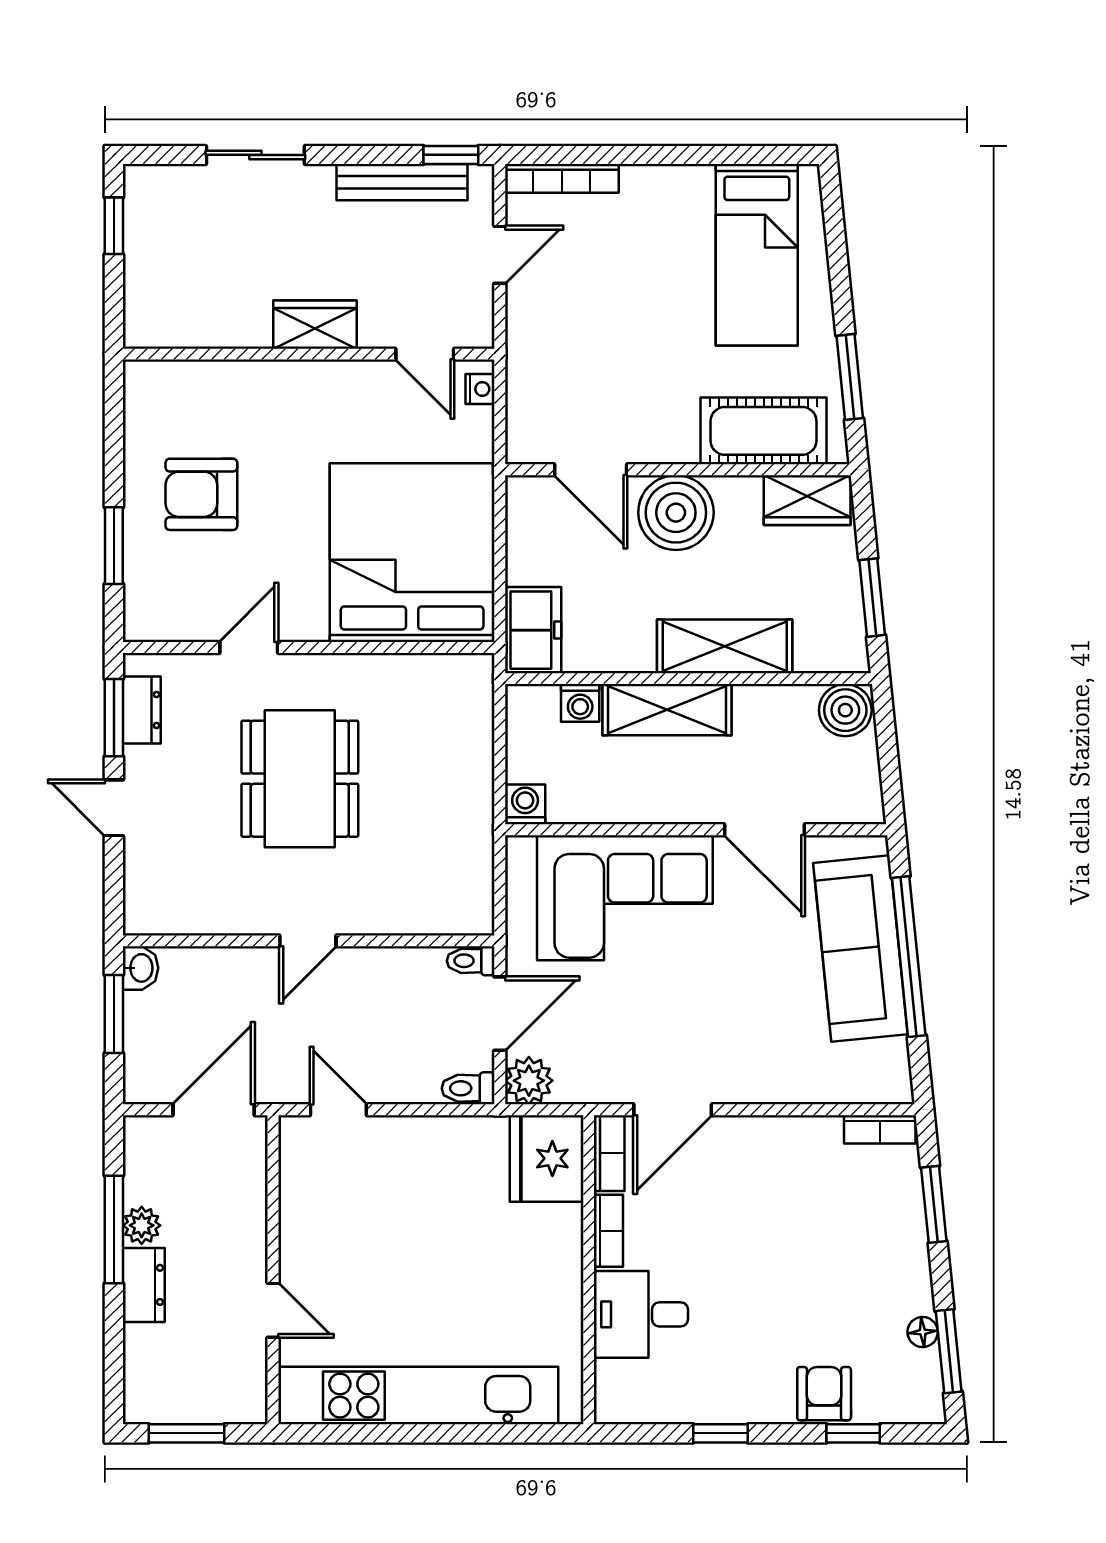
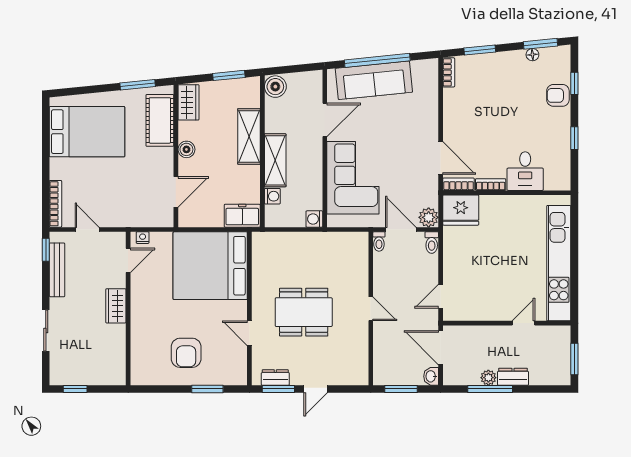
bed: (757, 255) -> (87, 132), width x1.50
boiler: (676, 513) -> (186, 149), width x0.54, depth x0.54
washbasin: (140, 968) -> (431, 376), moved, turned -90

